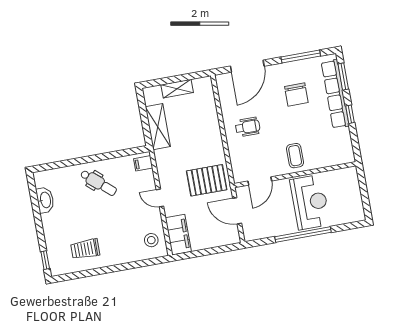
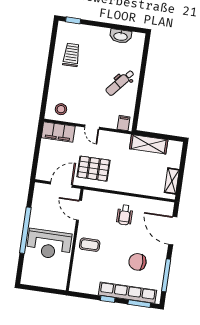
shelving: (177, 89) -> (172, 181), moved
pallet: (207, 180) -> (93, 169), turned 90
door: (160, 198) -> (92, 127), swing flipped

